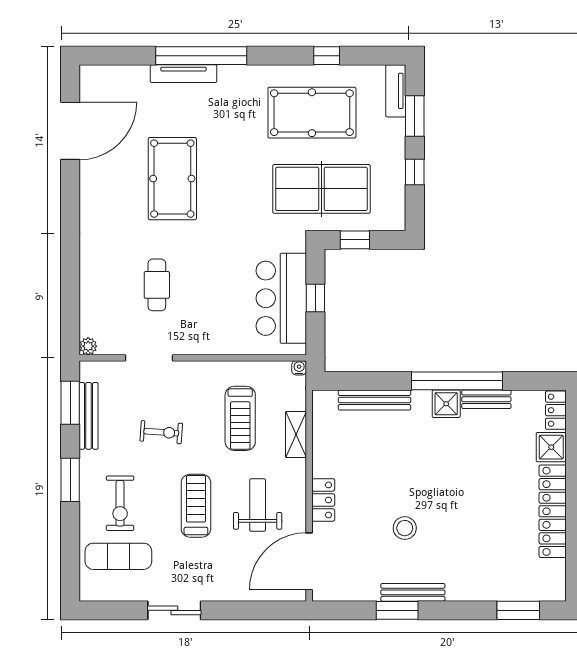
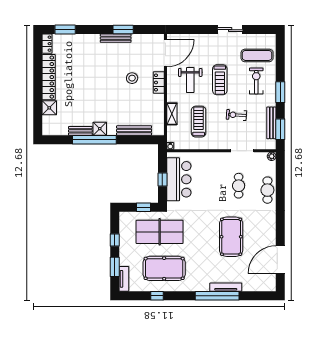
cafe table: (97, 276) -> (267, 190), added
locker: (556, 410) -> (47, 44), moved
stool: (405, 528) -> (132, 78), moved

